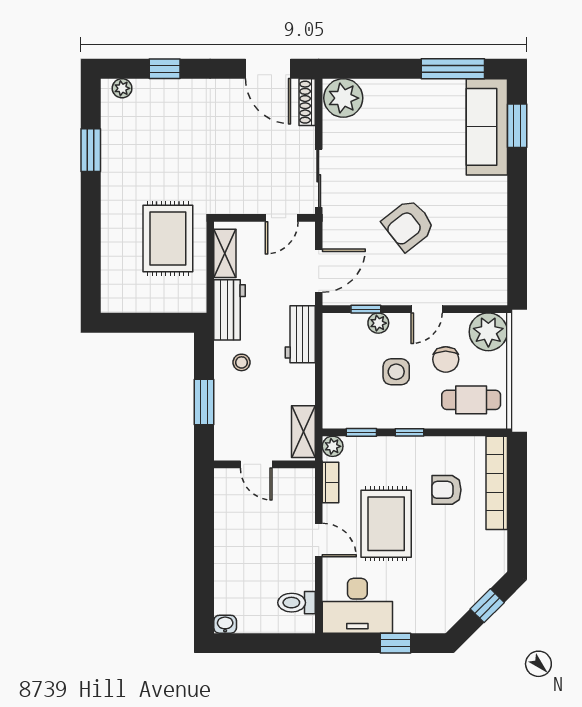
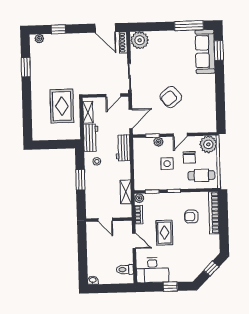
door: (256, 464) -> (105, 220), moved
wall: (264, 464) -> (109, 220), moved
rug: (386, 524) -> (164, 233), width x0.73, depth x0.70

